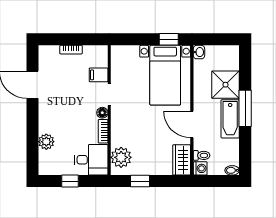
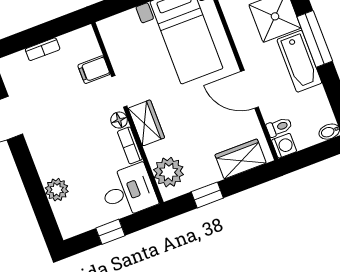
wardrobe: (119, 121) -> (146, 123), added
wardrobe: (182, 160) -> (241, 159), moved, turned 90

